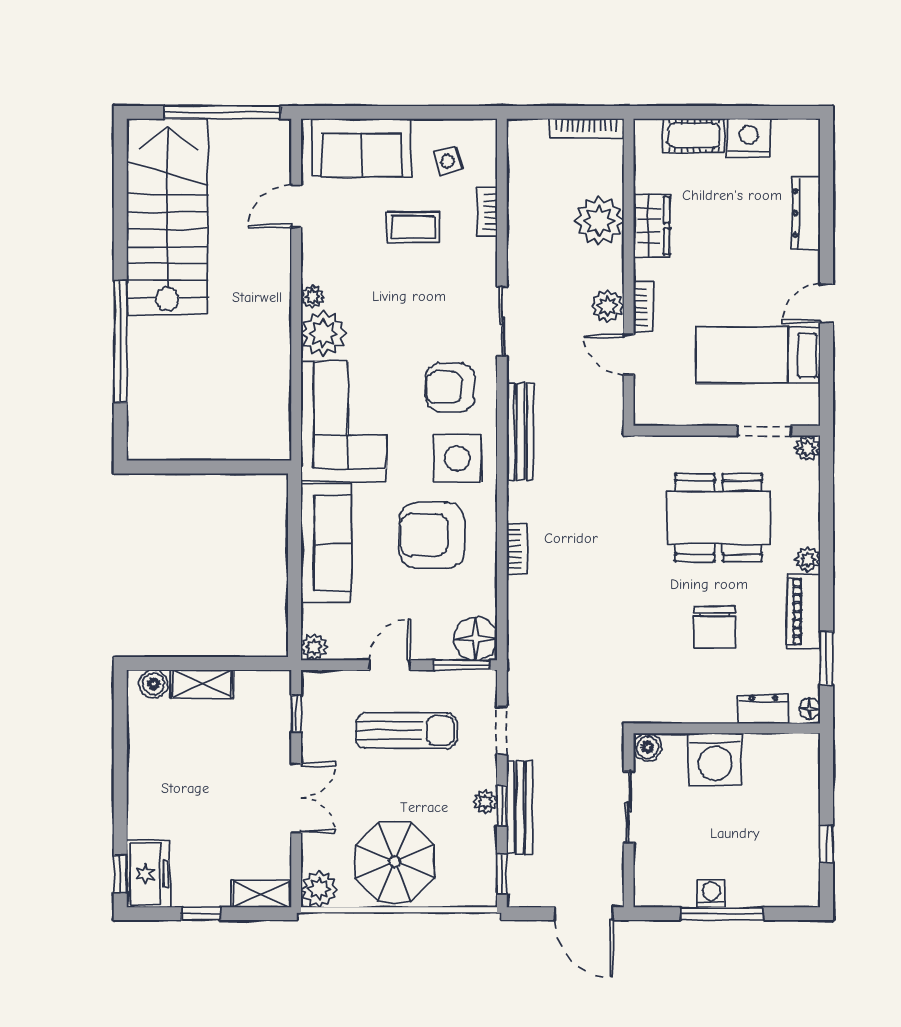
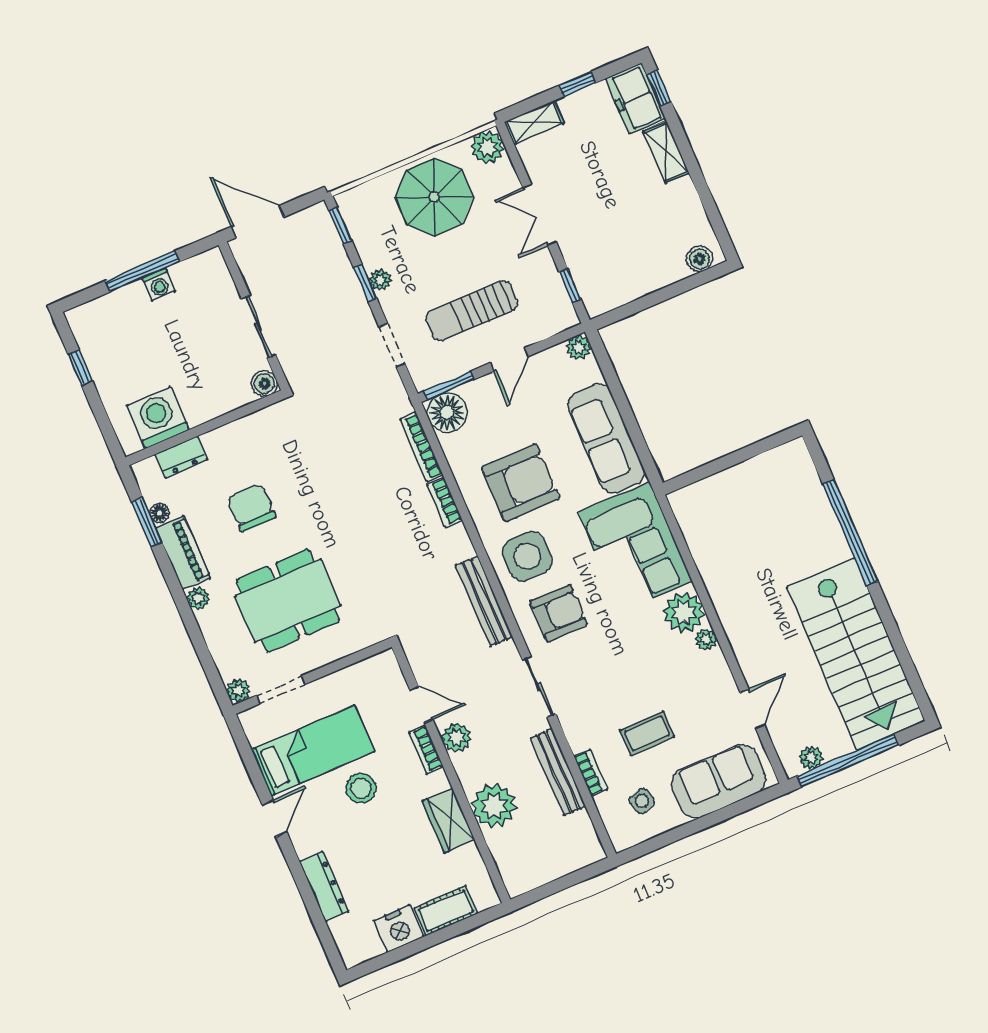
bookcase: (586, 128) -> (422, 447), moved, turned -90
plant: (258, 131) -> (811, 758), added
stool: (726, 296) -> (361, 788), added
shelving: (202, 684) -> (666, 152), moved, turned 90
floor lamp: (810, 709) -> (160, 513), moved
washing machine: (715, 759) -> (158, 417), moved
bench: (520, 808) -> (558, 772), moved

